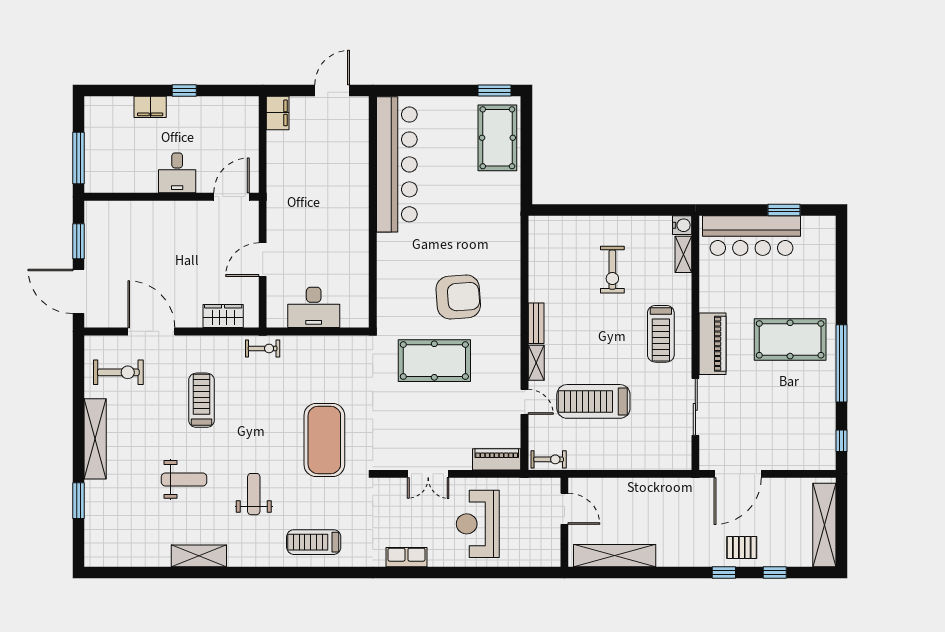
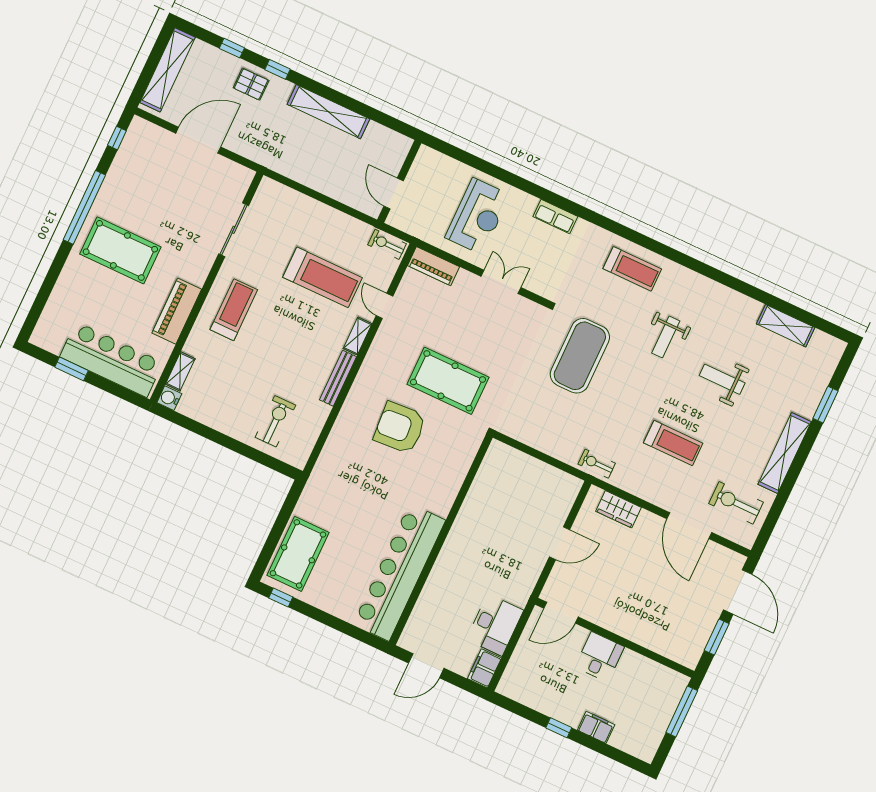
window: (495, 90) -> (281, 597), width x0.67
exercise bike: (612, 270) -> (275, 421), moved
desk: (314, 307) -> (495, 625), moved, turned 90
bench: (536, 323) -> (338, 378), width x1.36
piano: (713, 344) -> (177, 311), moved
treadmill: (202, 400) -> (673, 443), turned -90
door: (738, 474) -> (198, 140), moved
shelving: (199, 556) -> (786, 326), moved
shelving: (615, 556) -> (328, 112), moved

